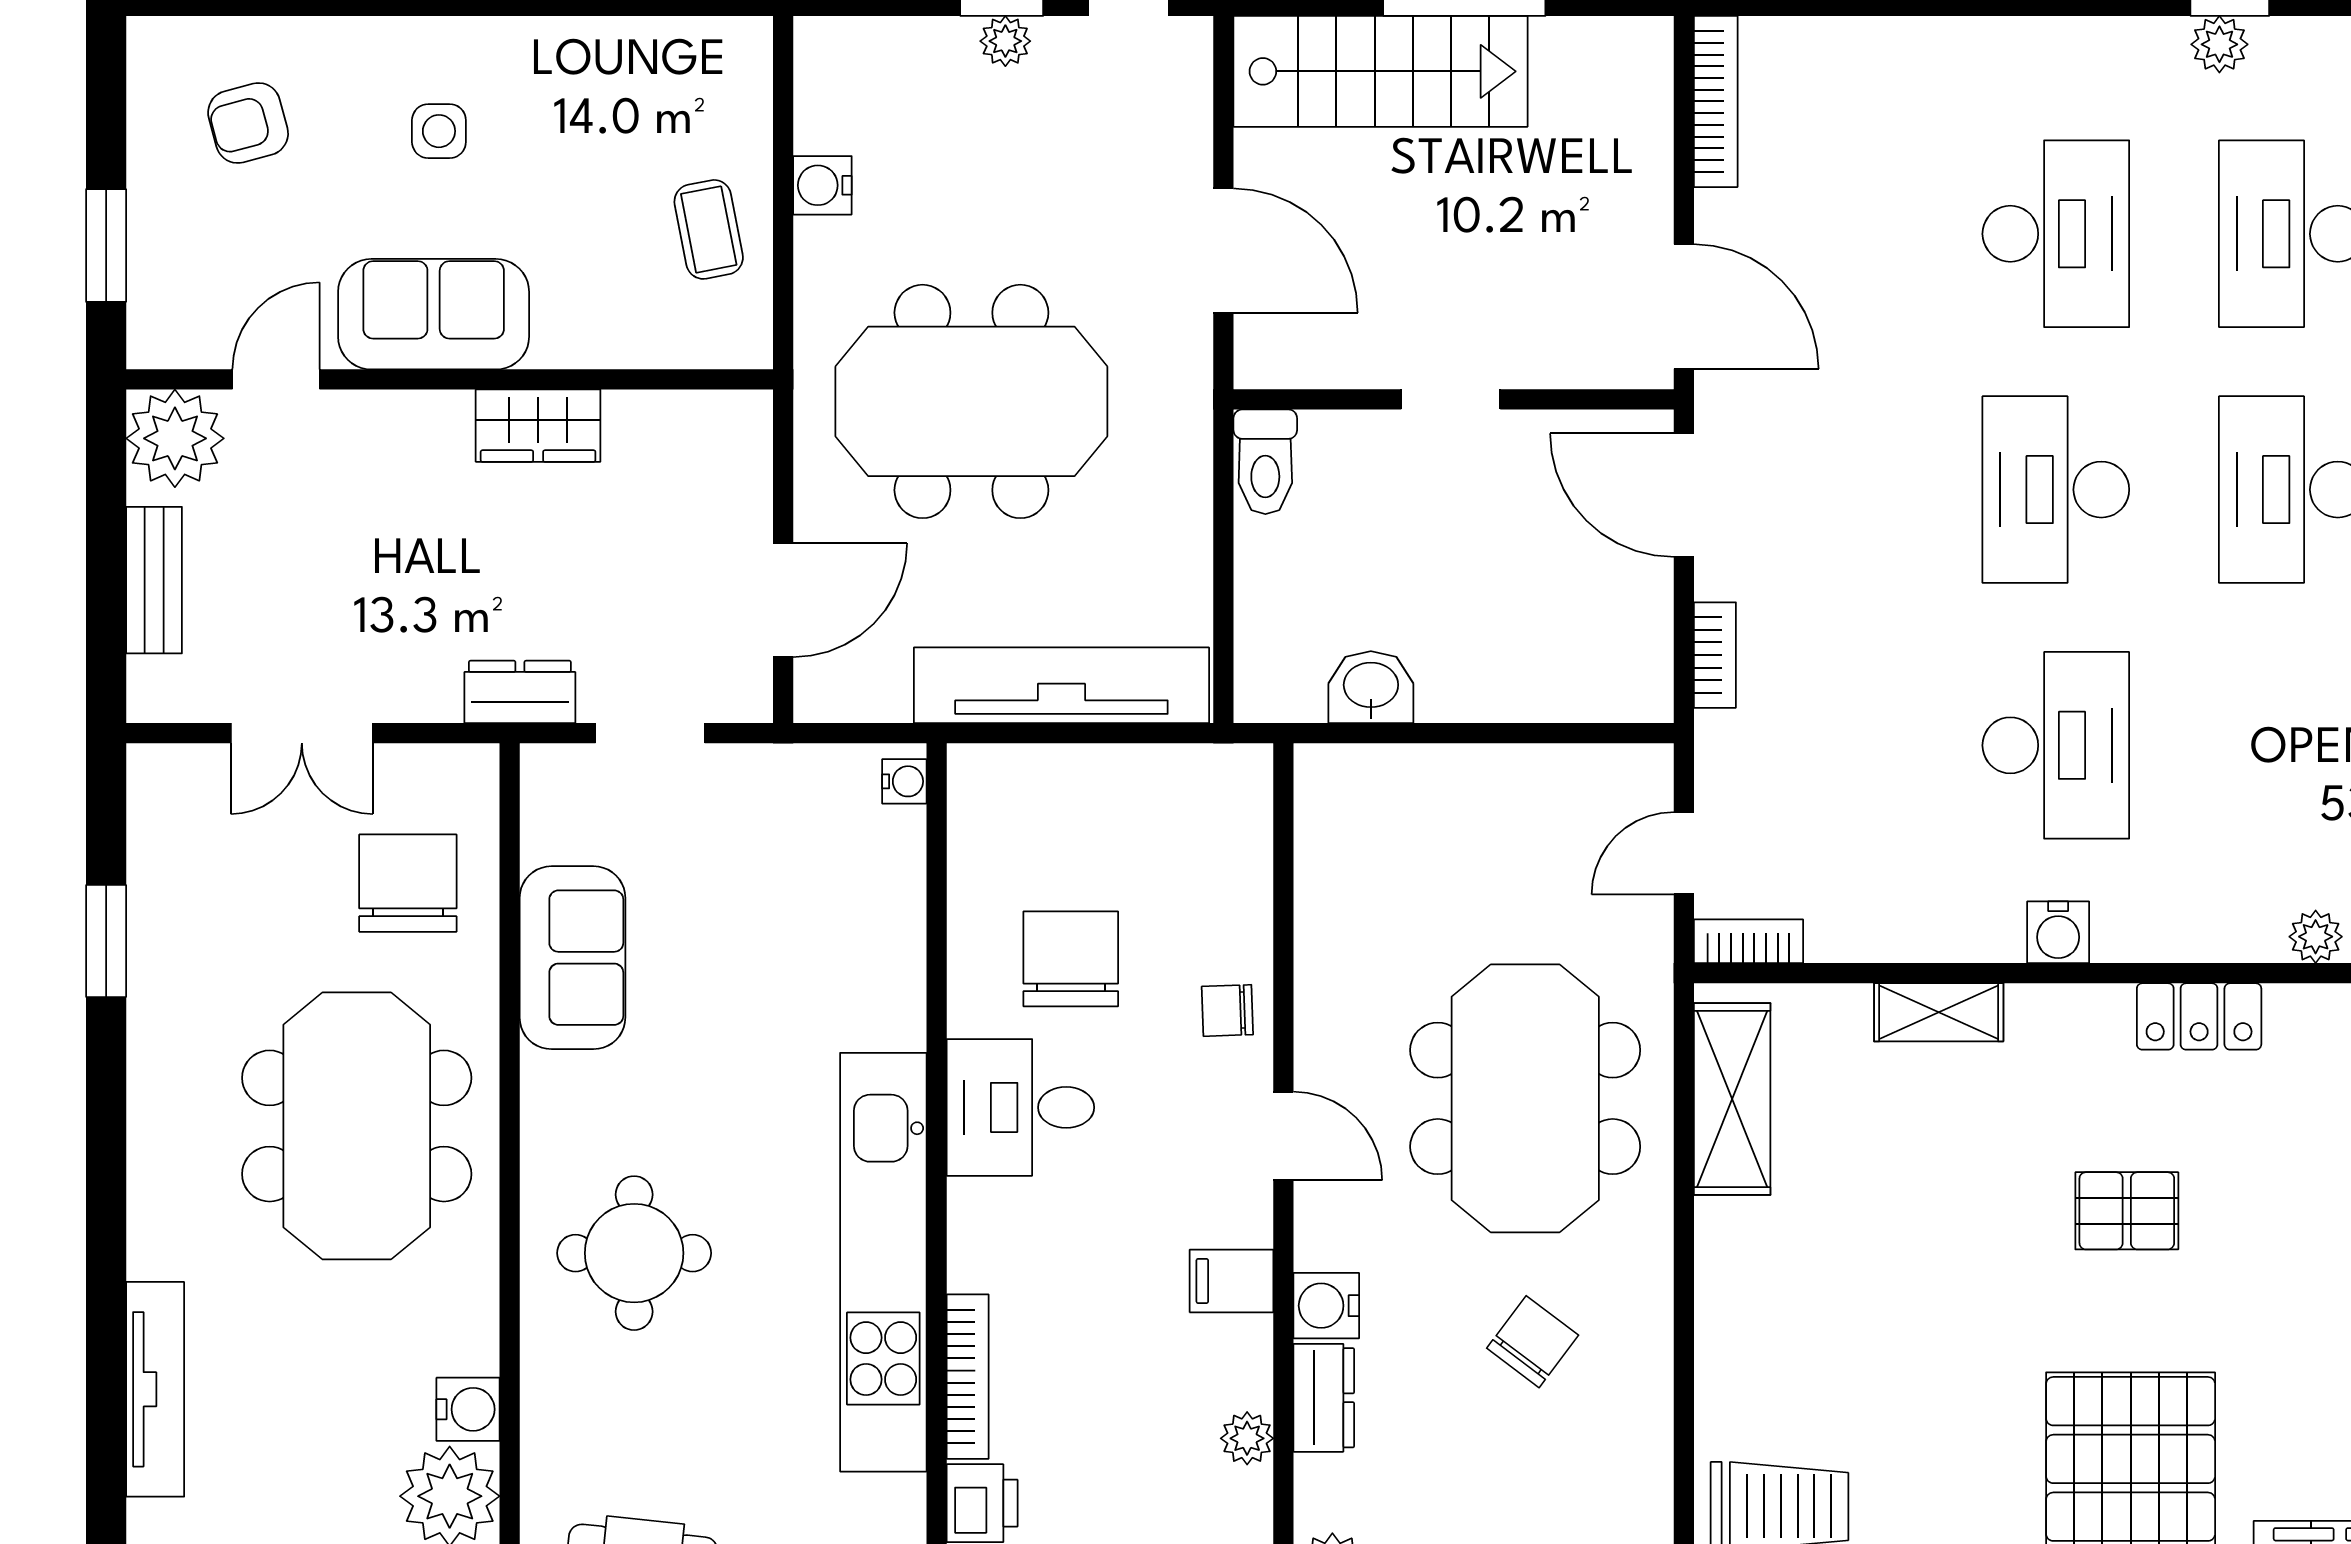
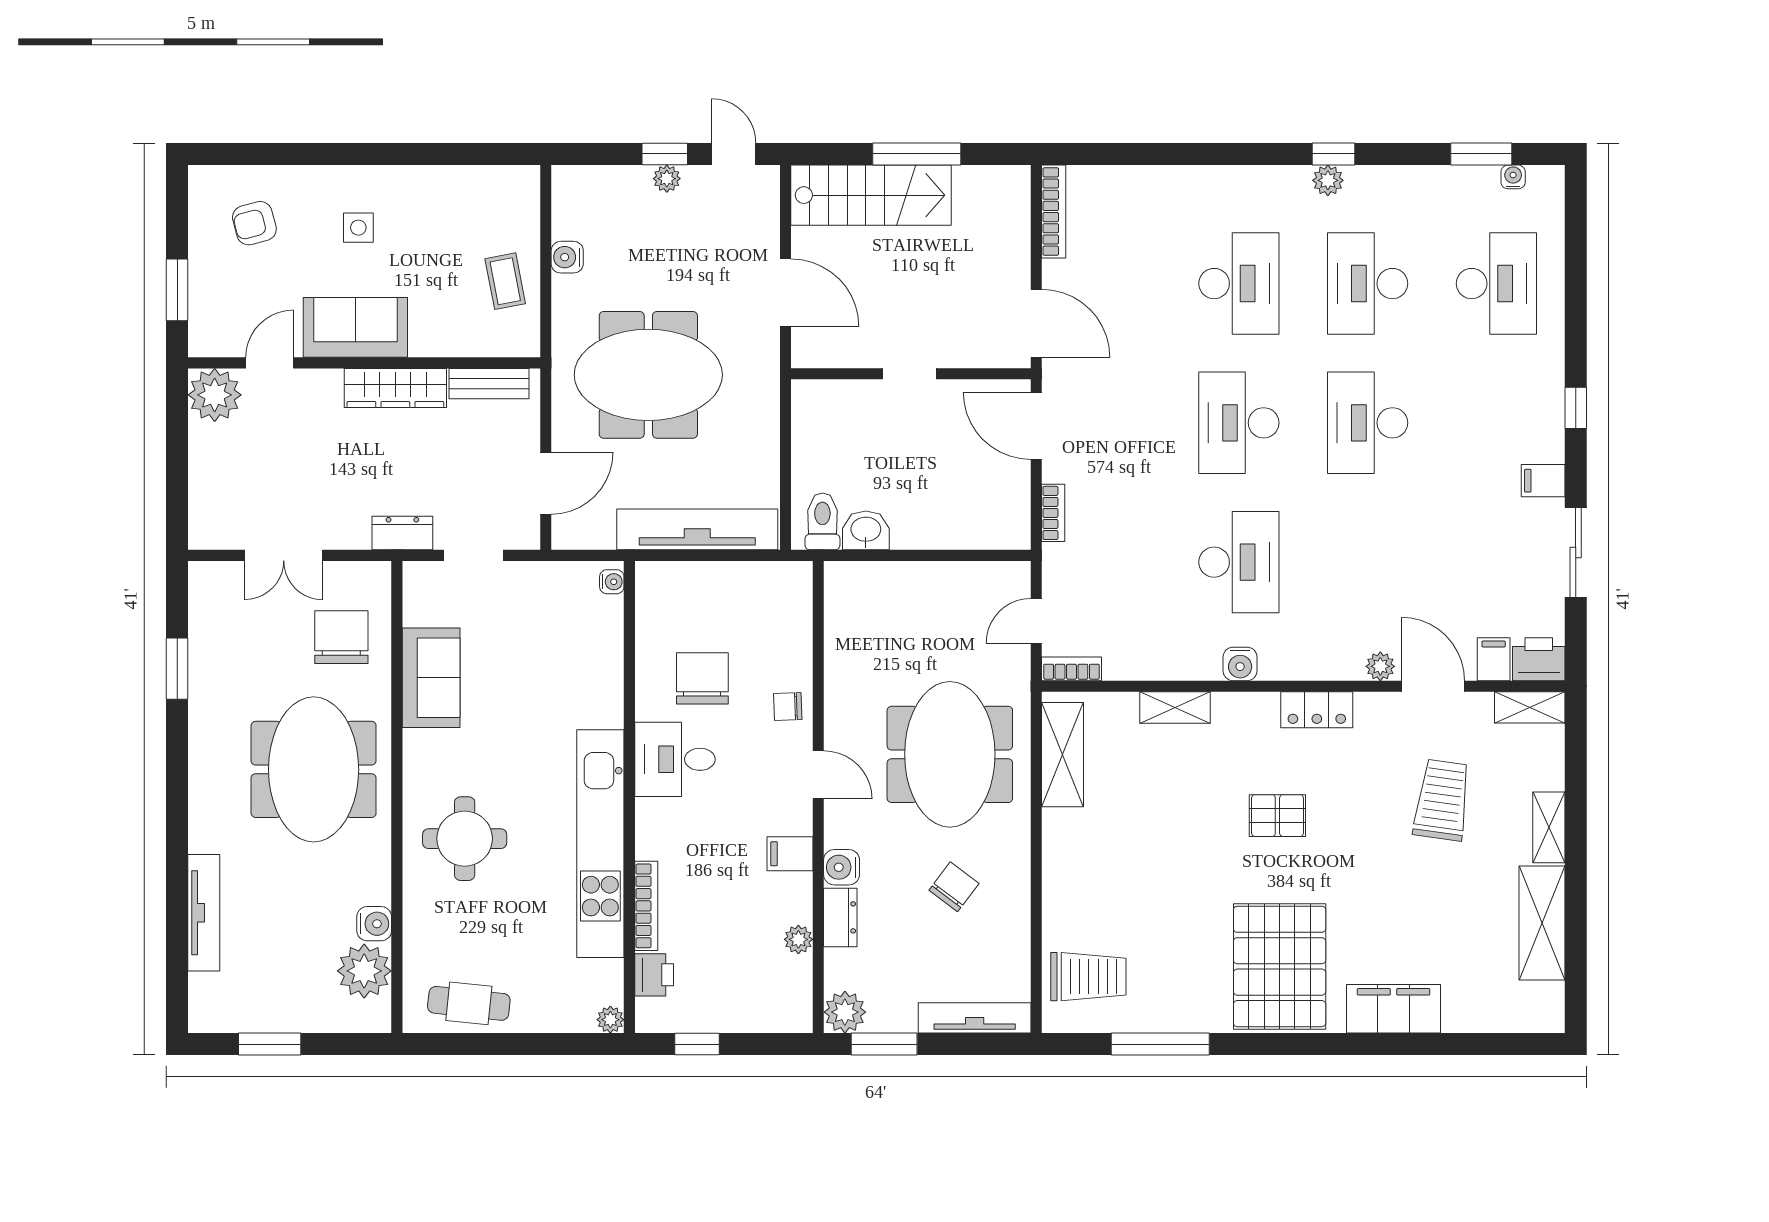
wardrobe: (538, 426) -> (395, 388), width x1.50
toilet: (1265, 462) -> (822, 521), moved, turned 180
bench: (154, 580) -> (489, 384), moved, turned 90

